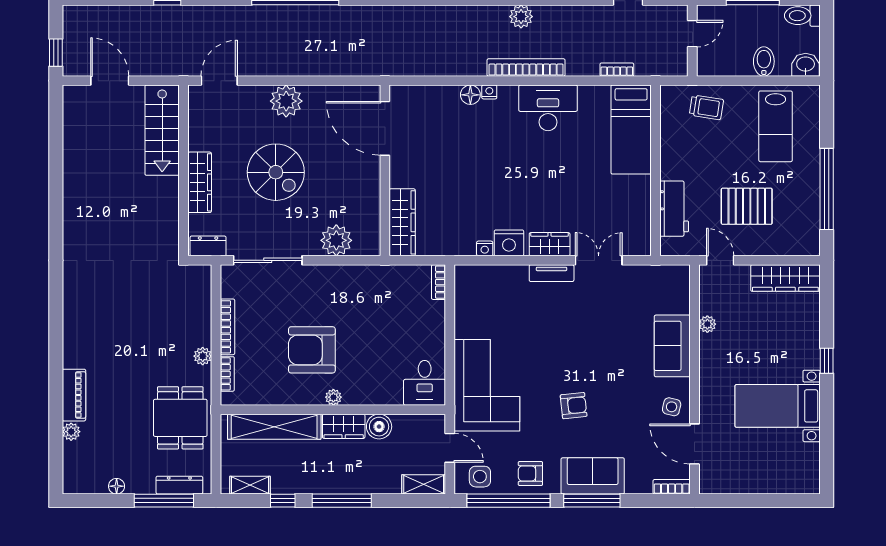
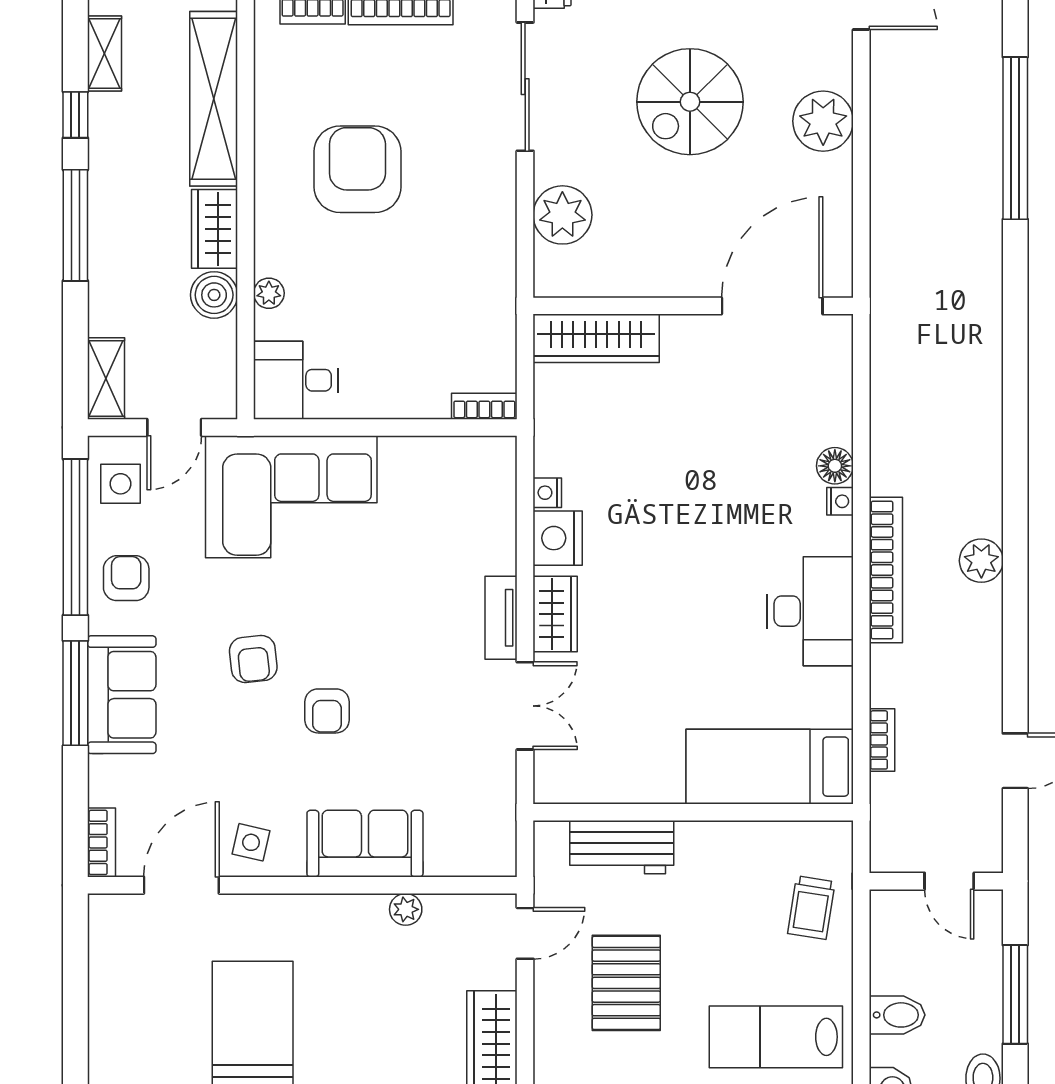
armchair: (601, 366) -> (327, 711), added
plant: (333, 397) -> (269, 293), moved

